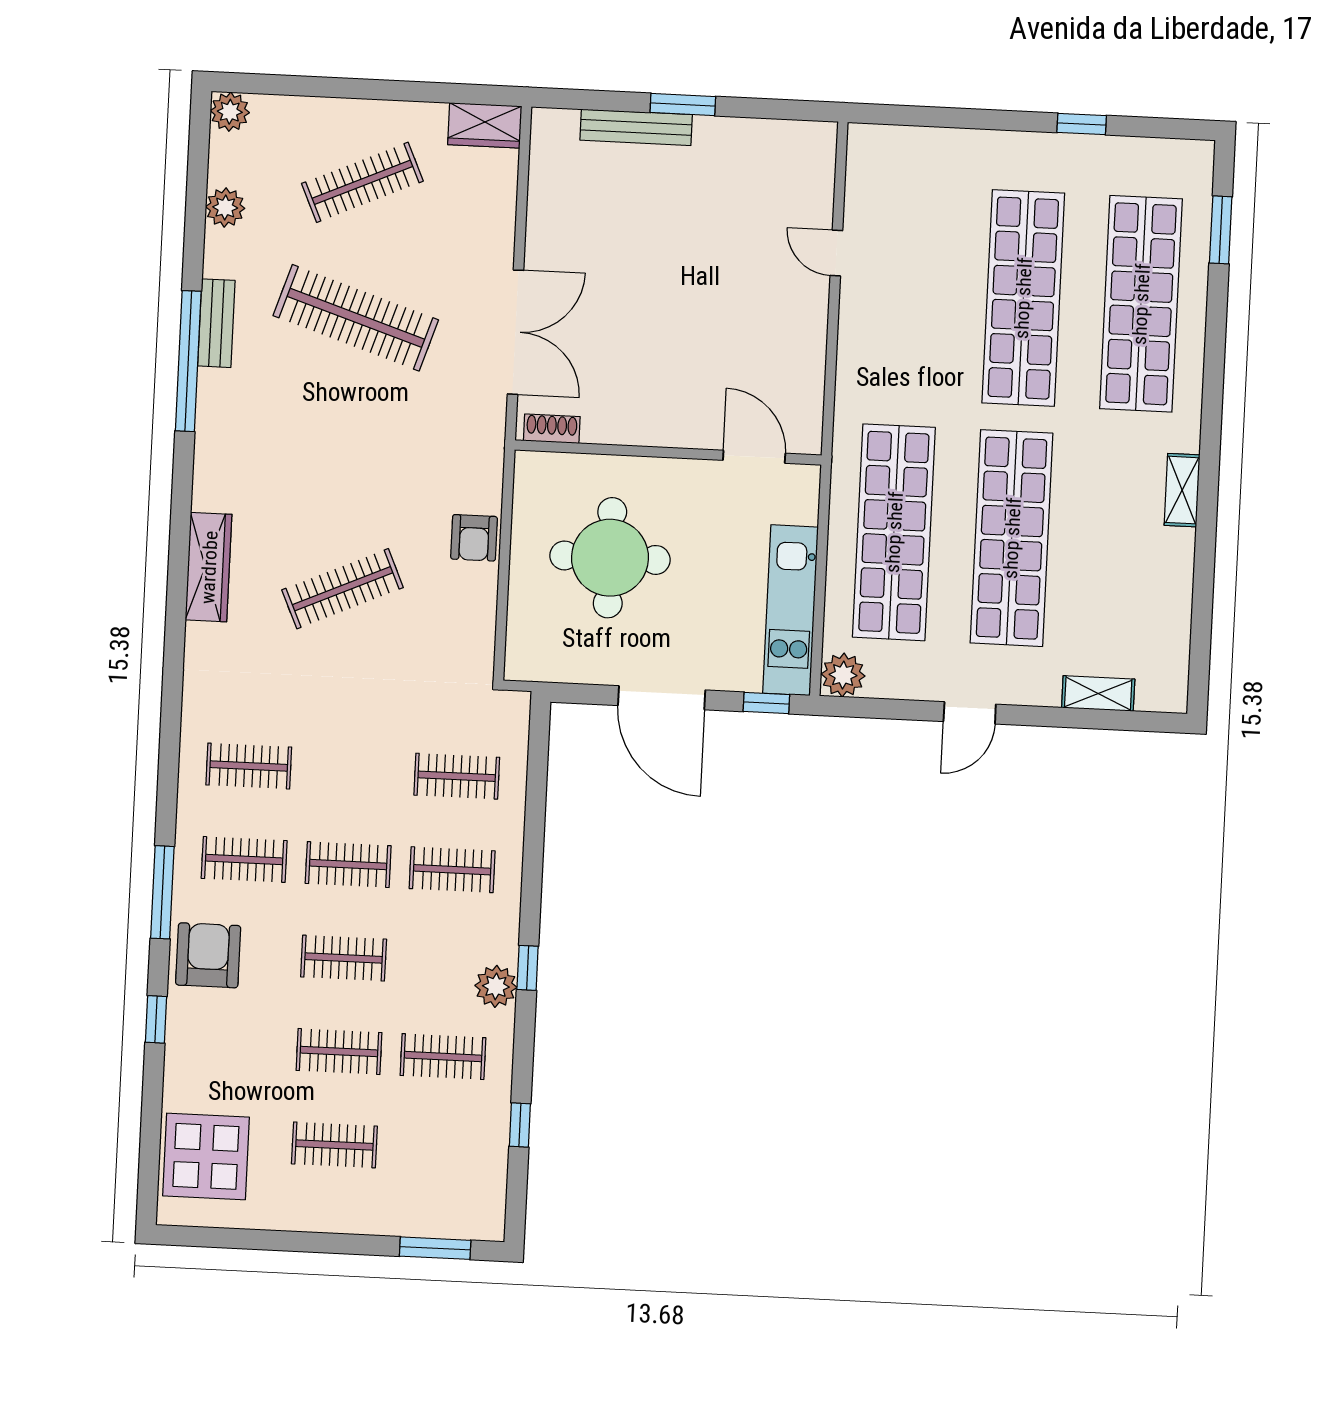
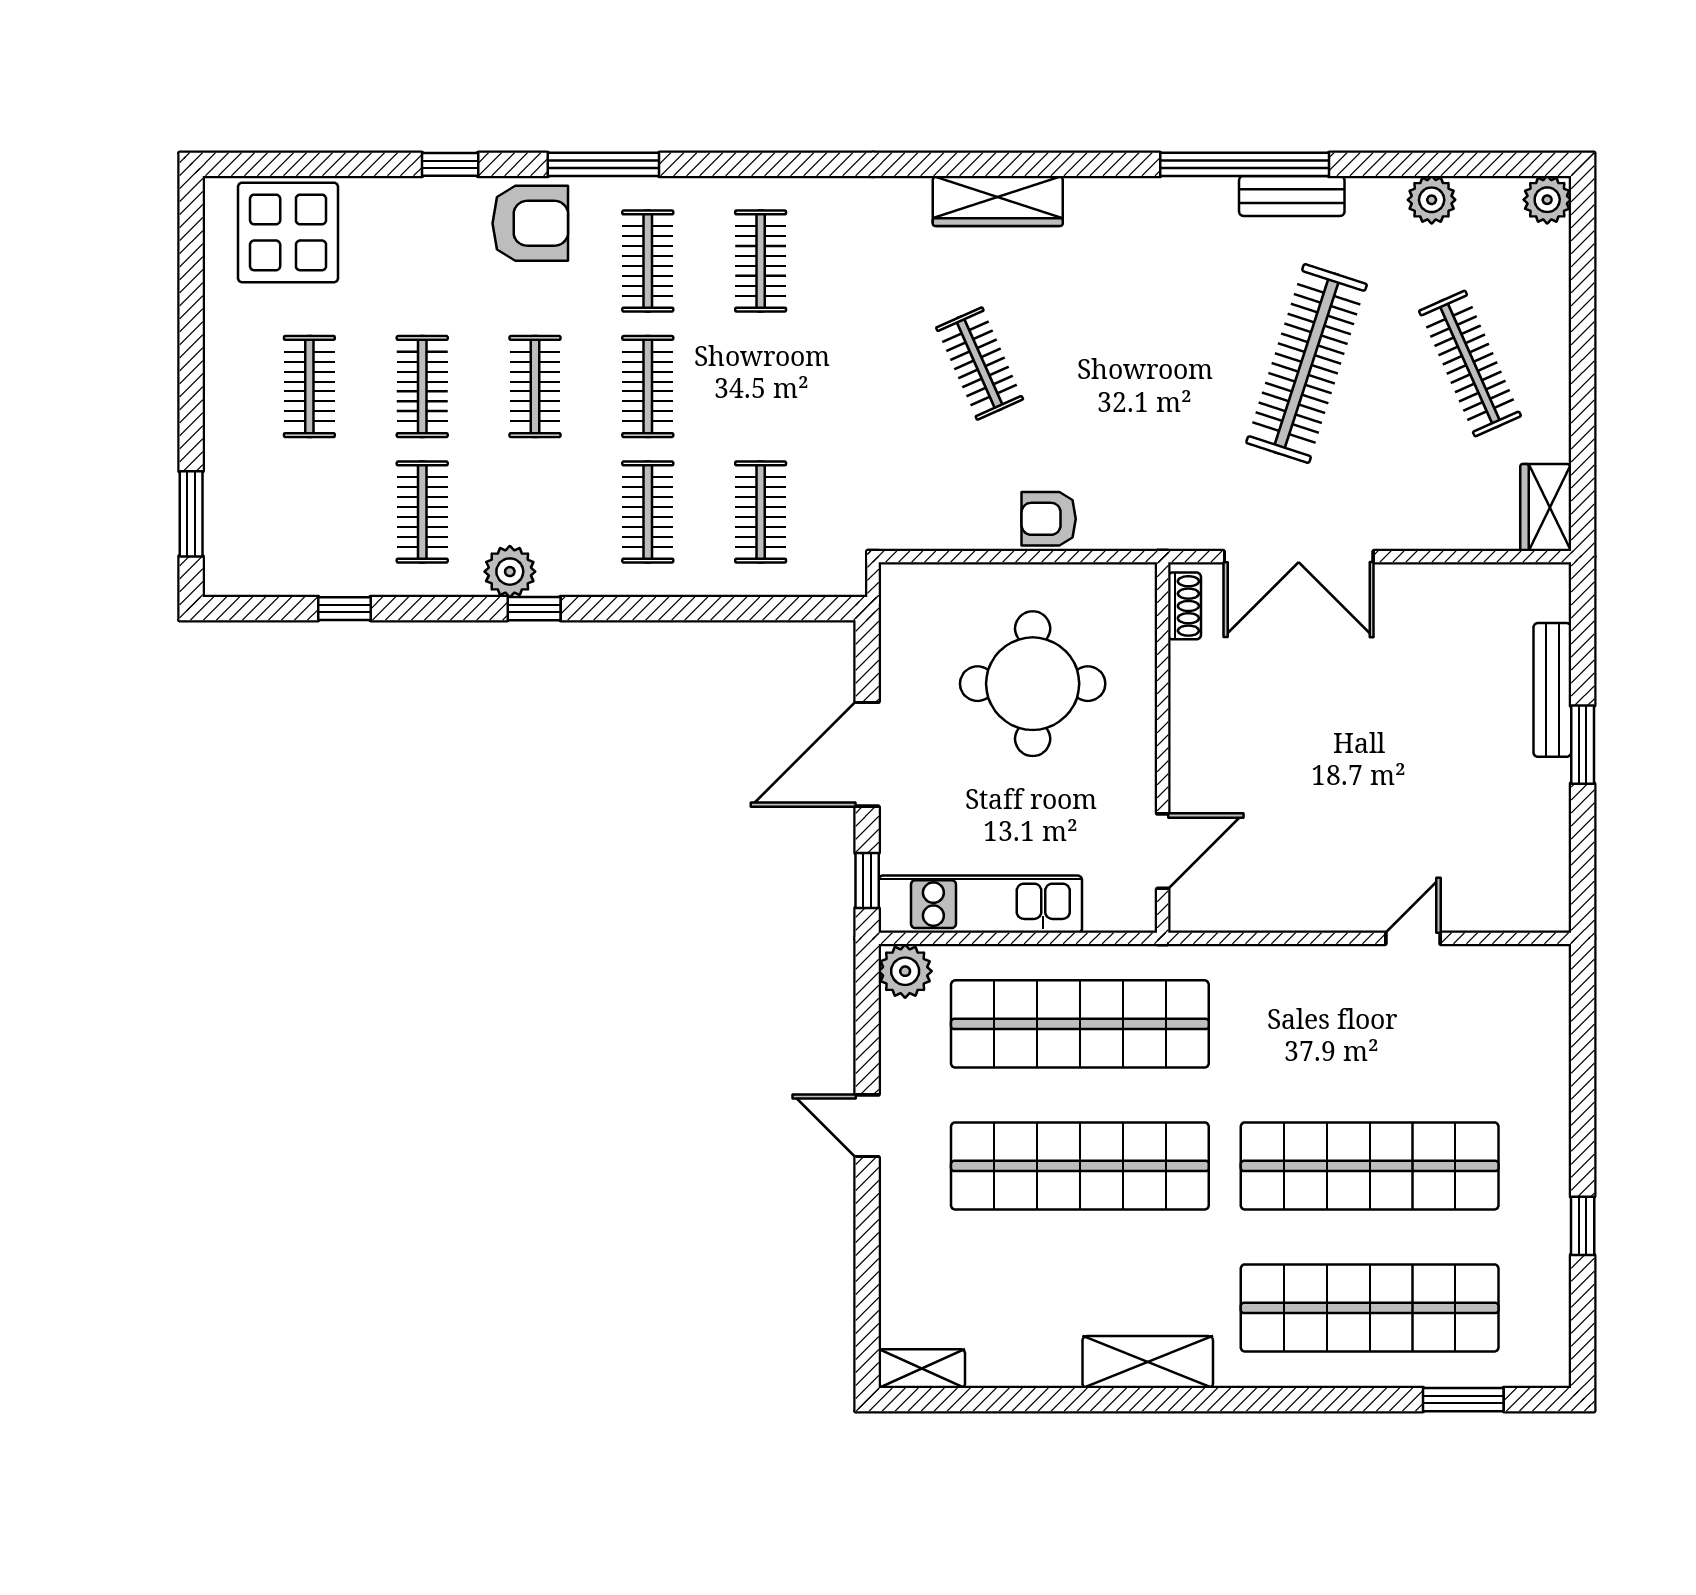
shelving: (1182, 490) -> (1148, 1362), width x1.50, depth x1.33
clothes rail: (343, 589) -> (980, 364), width x0.73
shelving: (1098, 693) -> (922, 1369), moved, turned 90

